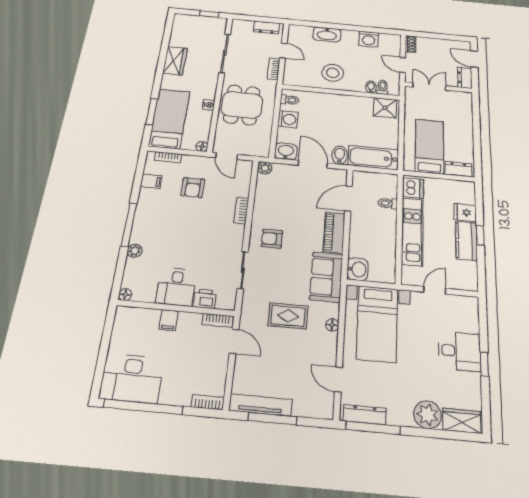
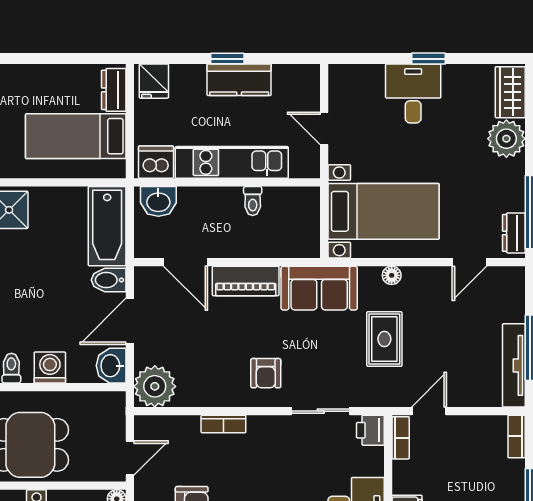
plant: (265, 168) -> (155, 386), width x1.87, depth x1.87
toilet: (388, 203) -> (253, 201), moved
fridge: (465, 212) -> (154, 81), moved
washbasin: (357, 269) -> (158, 201), moved, turned 180
printer: (205, 299) -> (370, 430), moved
dresser: (365, 415) -> (514, 233), width x0.70

